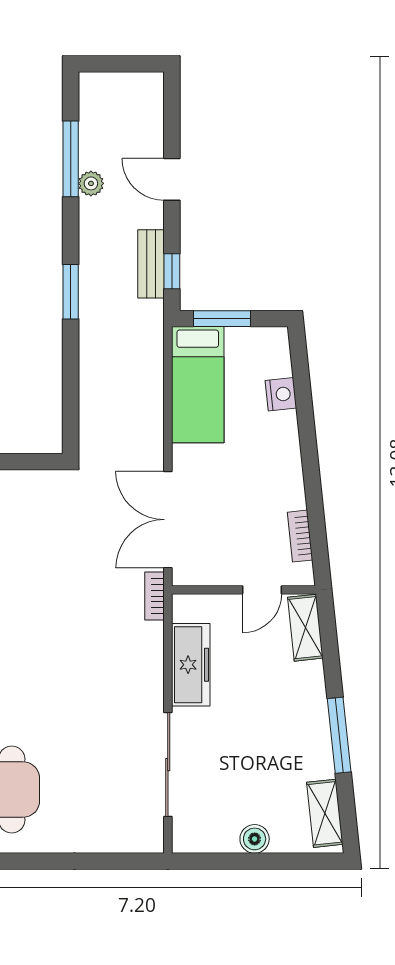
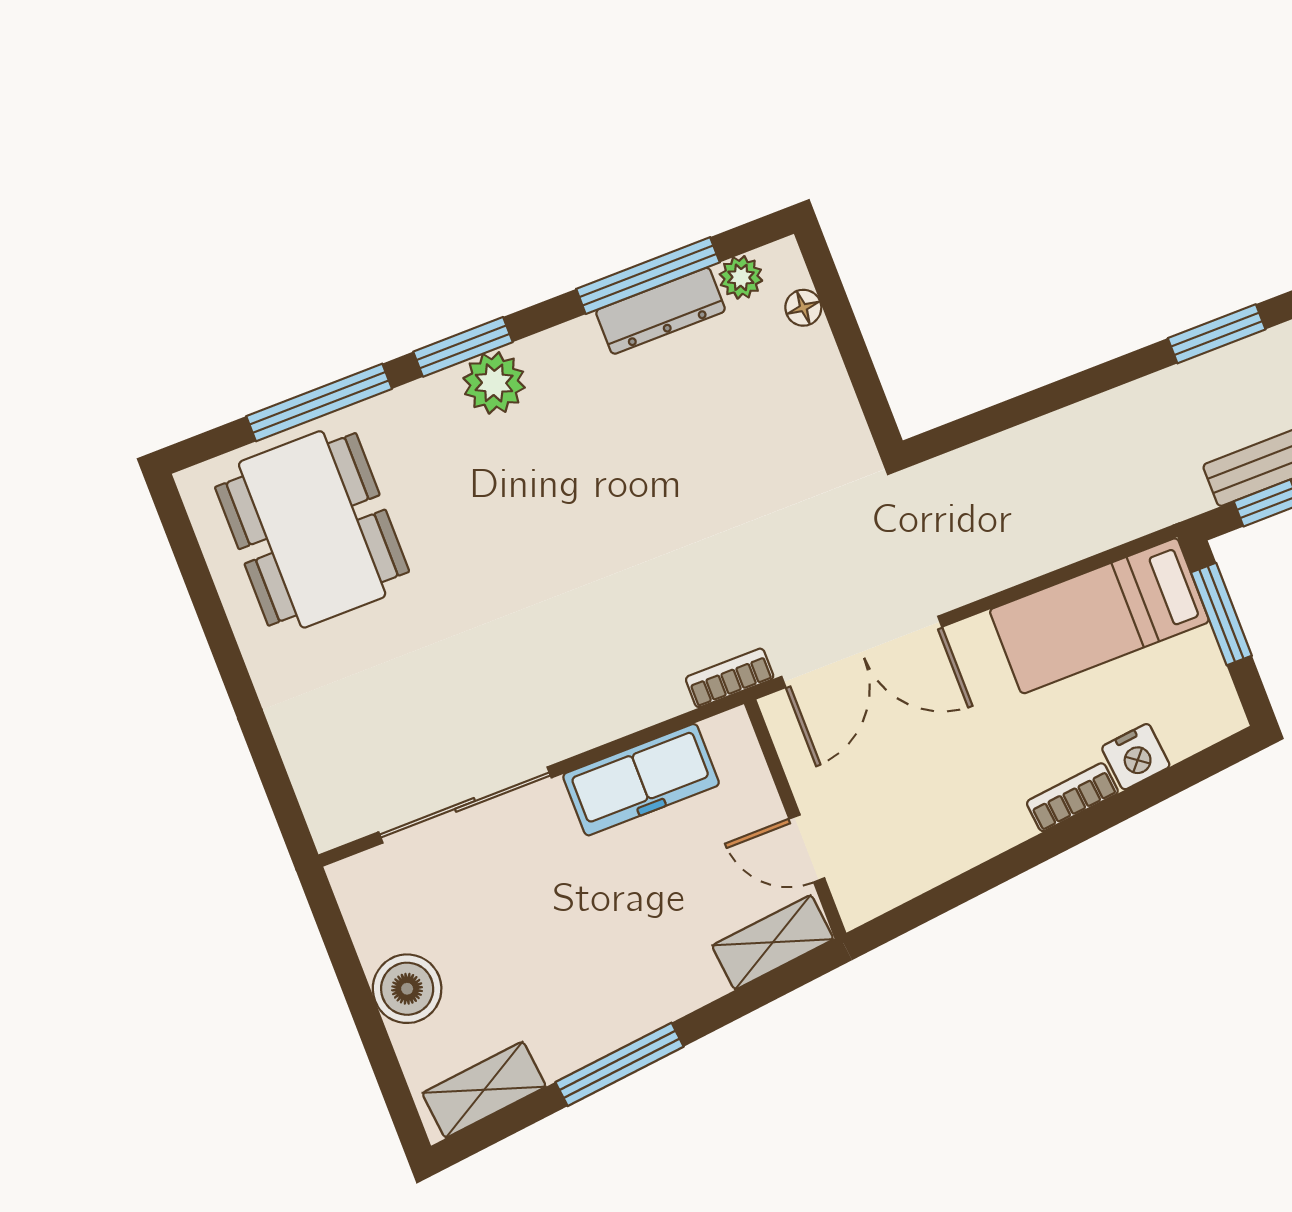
window: (71, 292) -> (1217, 334), moved
double door: (168, 520) -> (862, 652), swing flipped
bookcase: (300, 536) -> (1072, 797), moved
boiler: (255, 839) -> (407, 989), width x1.36, depth x1.36

